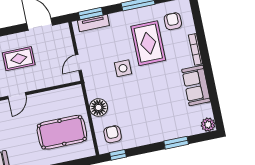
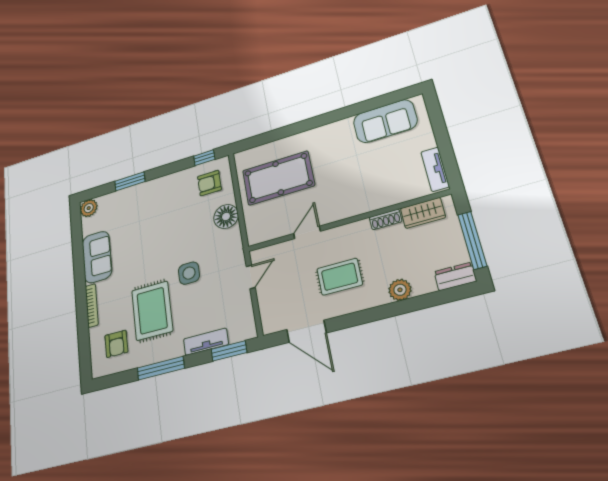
tv unit: (93, 23) -> (206, 342), moved
door: (17, 96) -> (307, 232), moved
armchair: (113, 134) -> (209, 183), turned 90

